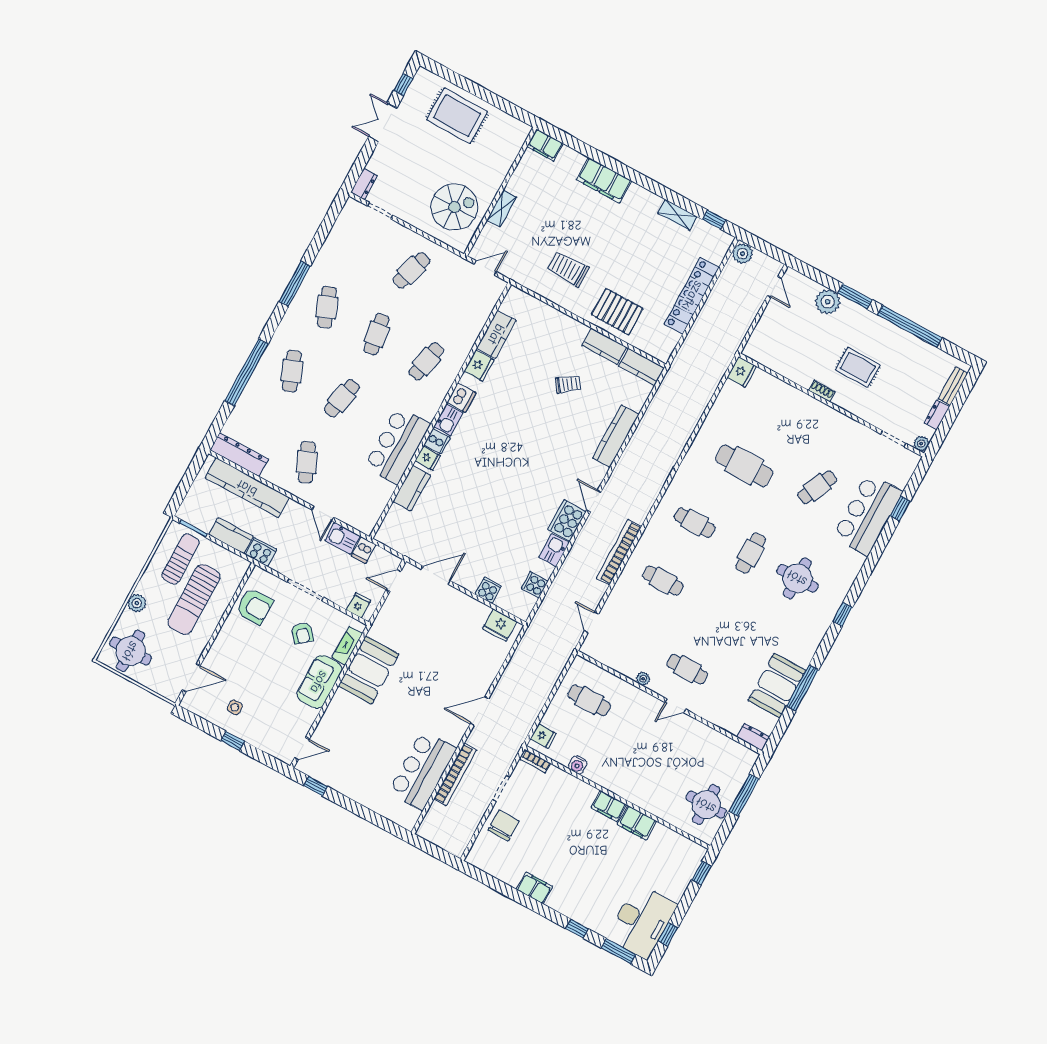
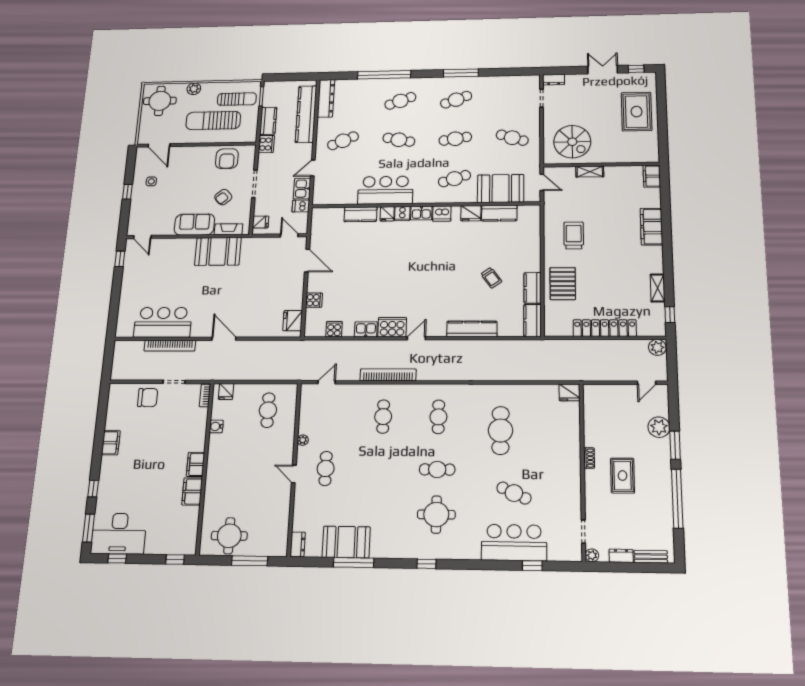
booth: (467, 317) -> (501, 189), added
cafe table: (426, 361) -> (454, 179), turned -30

